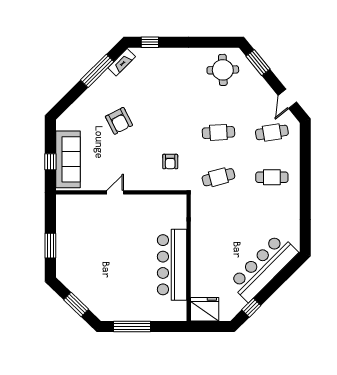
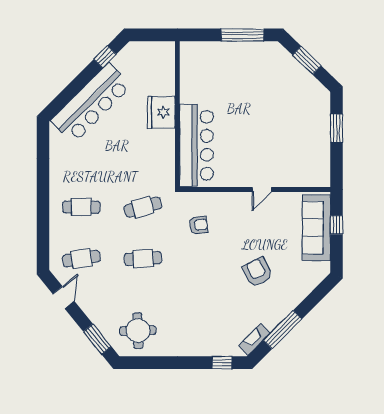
armchair: (170, 162) -> (198, 225), turned 82
bar counter: (172, 265) -> (196, 145), moved
fridge: (205, 309) -> (161, 112), moved, turned 90

